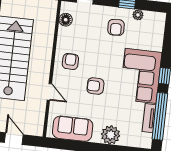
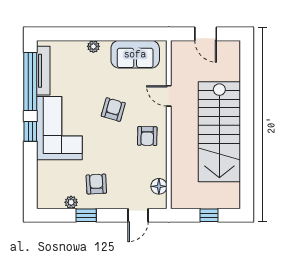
armchair: (95, 86) -> (113, 110), turned -74
tv unit: (149, 118) -> (43, 71), width x1.41
plant: (111, 135) -> (93, 46), width x0.53, depth x0.53

